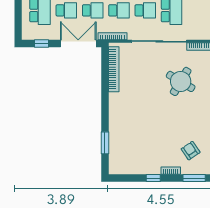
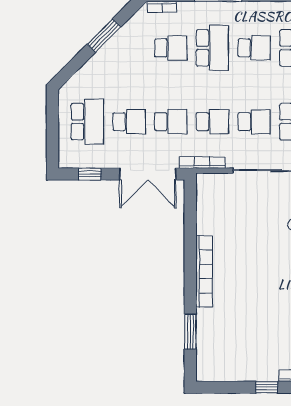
double door: (78, 43) -> (148, 174), swing flipped
bookcase: (114, 69) -> (204, 271), moved

